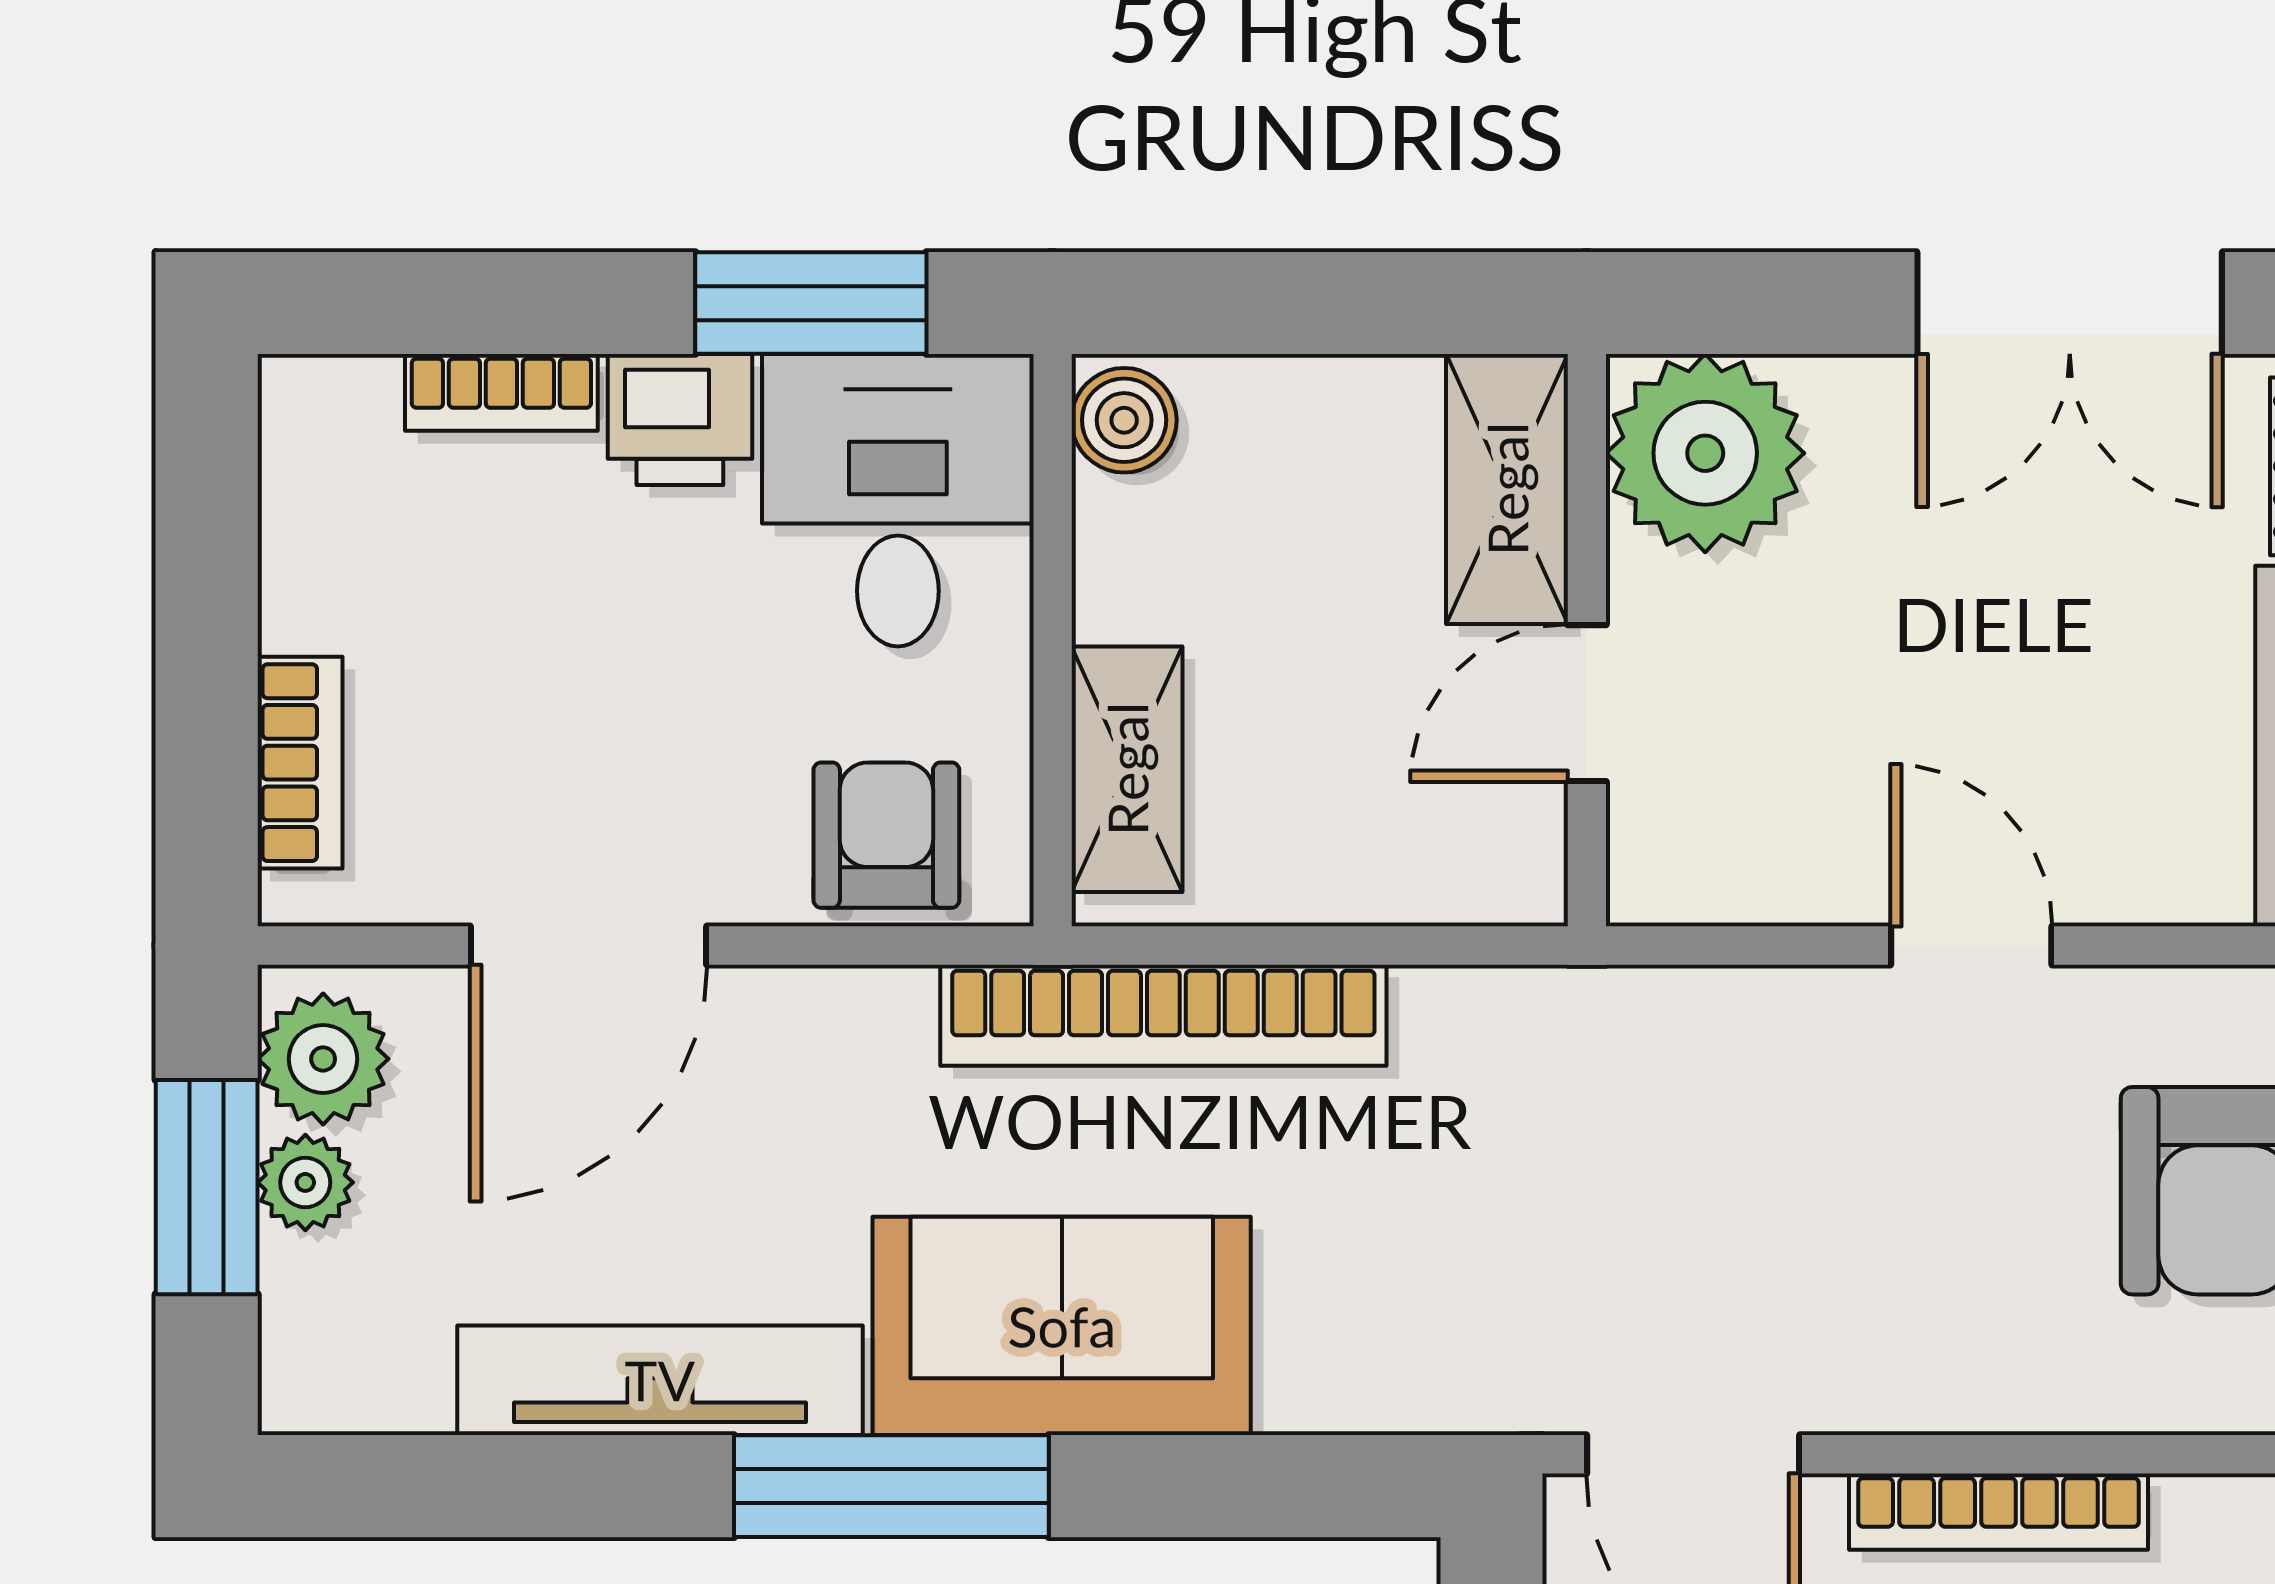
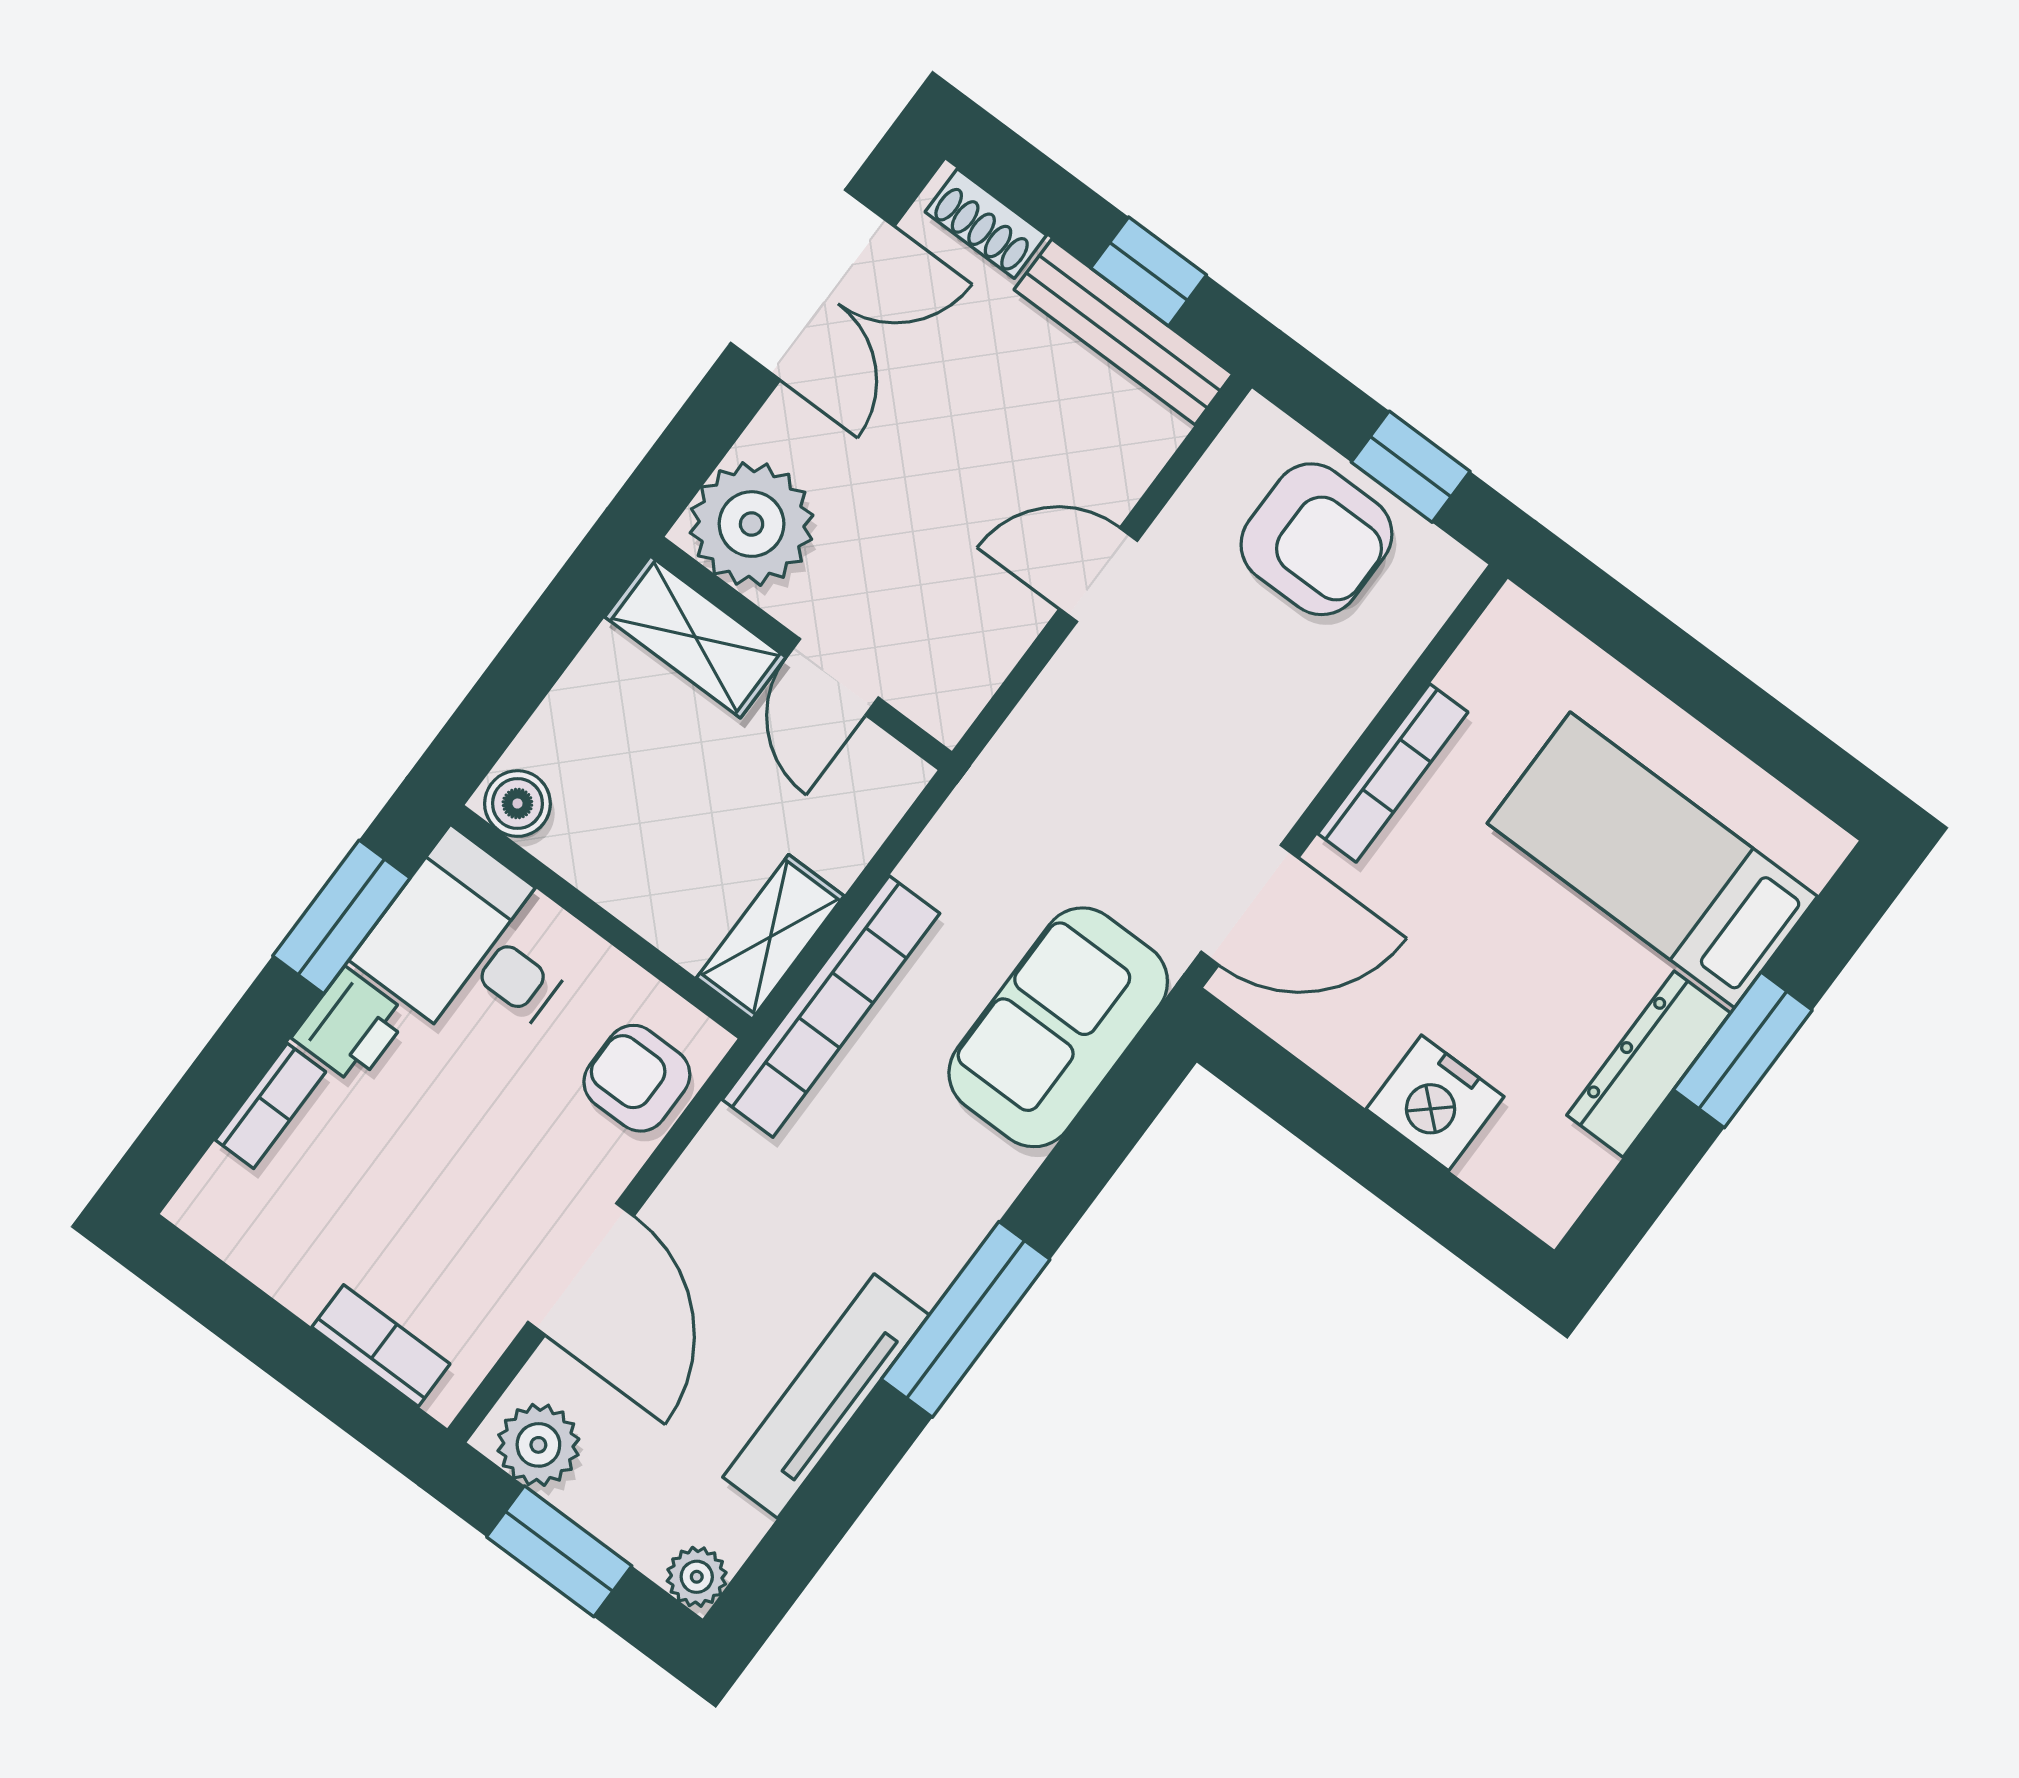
shelving: (1127, 769) -> (770, 937), moved, turned 90
plant: (305, 1182) -> (697, 1577), moved
sofa: (1062, 1326) -> (1058, 1027), moved

